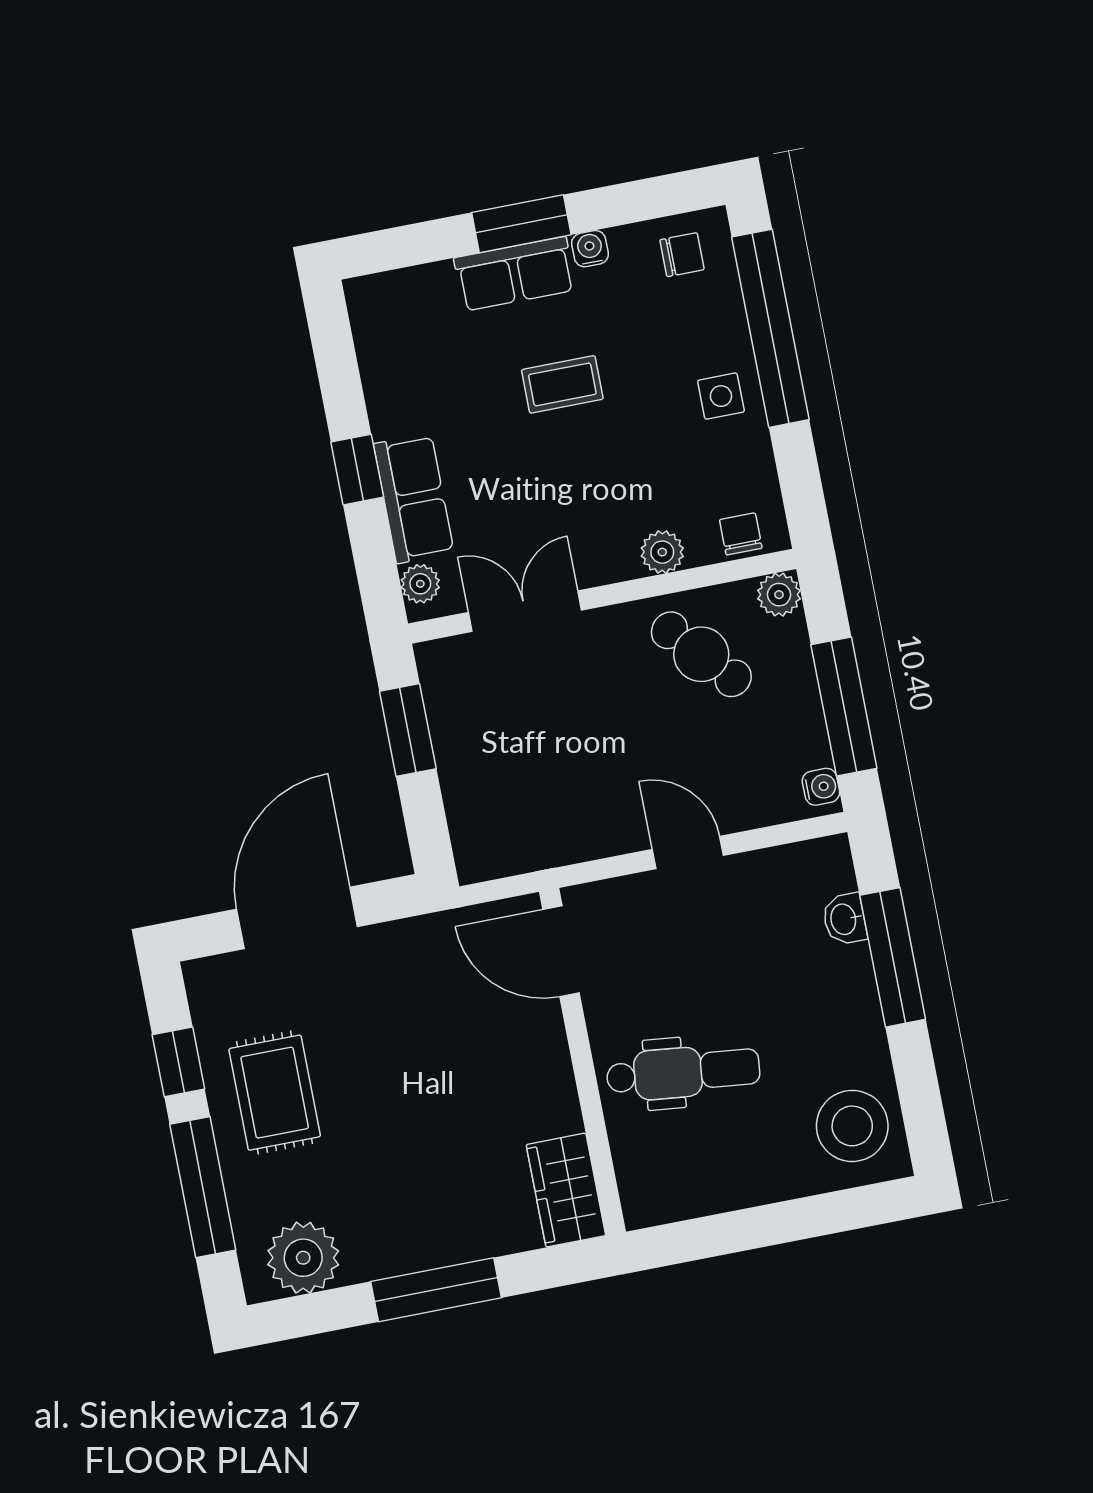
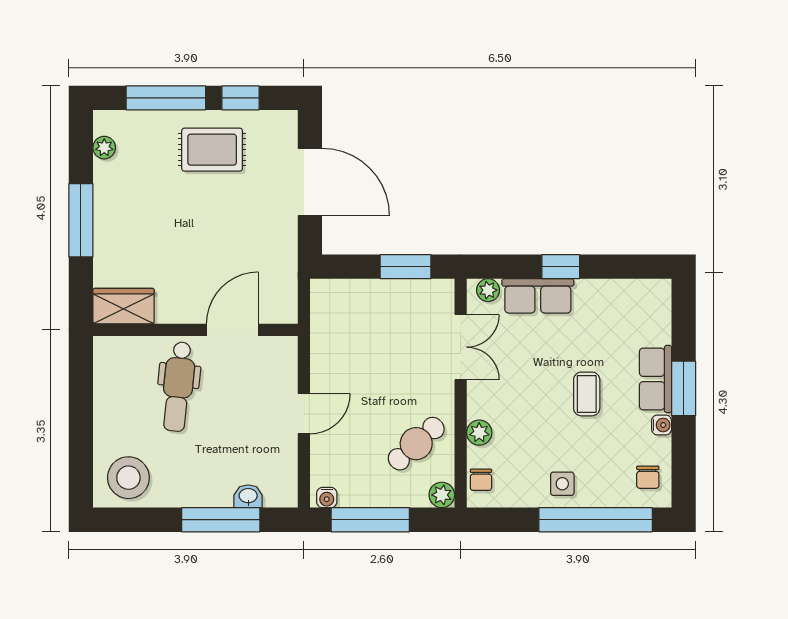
chair: (741, 534) -> (481, 480), turned 90
door: (561, 951) -> (232, 330), moved
plant: (303, 1258) -> (104, 148), width x0.53, depth x0.53

